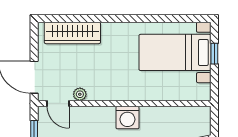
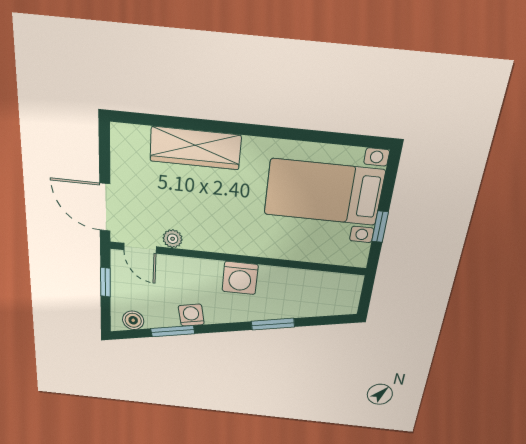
wardrobe: (72, 33) -> (195, 148), moved
window: (214, 54) -> (380, 227), moved

